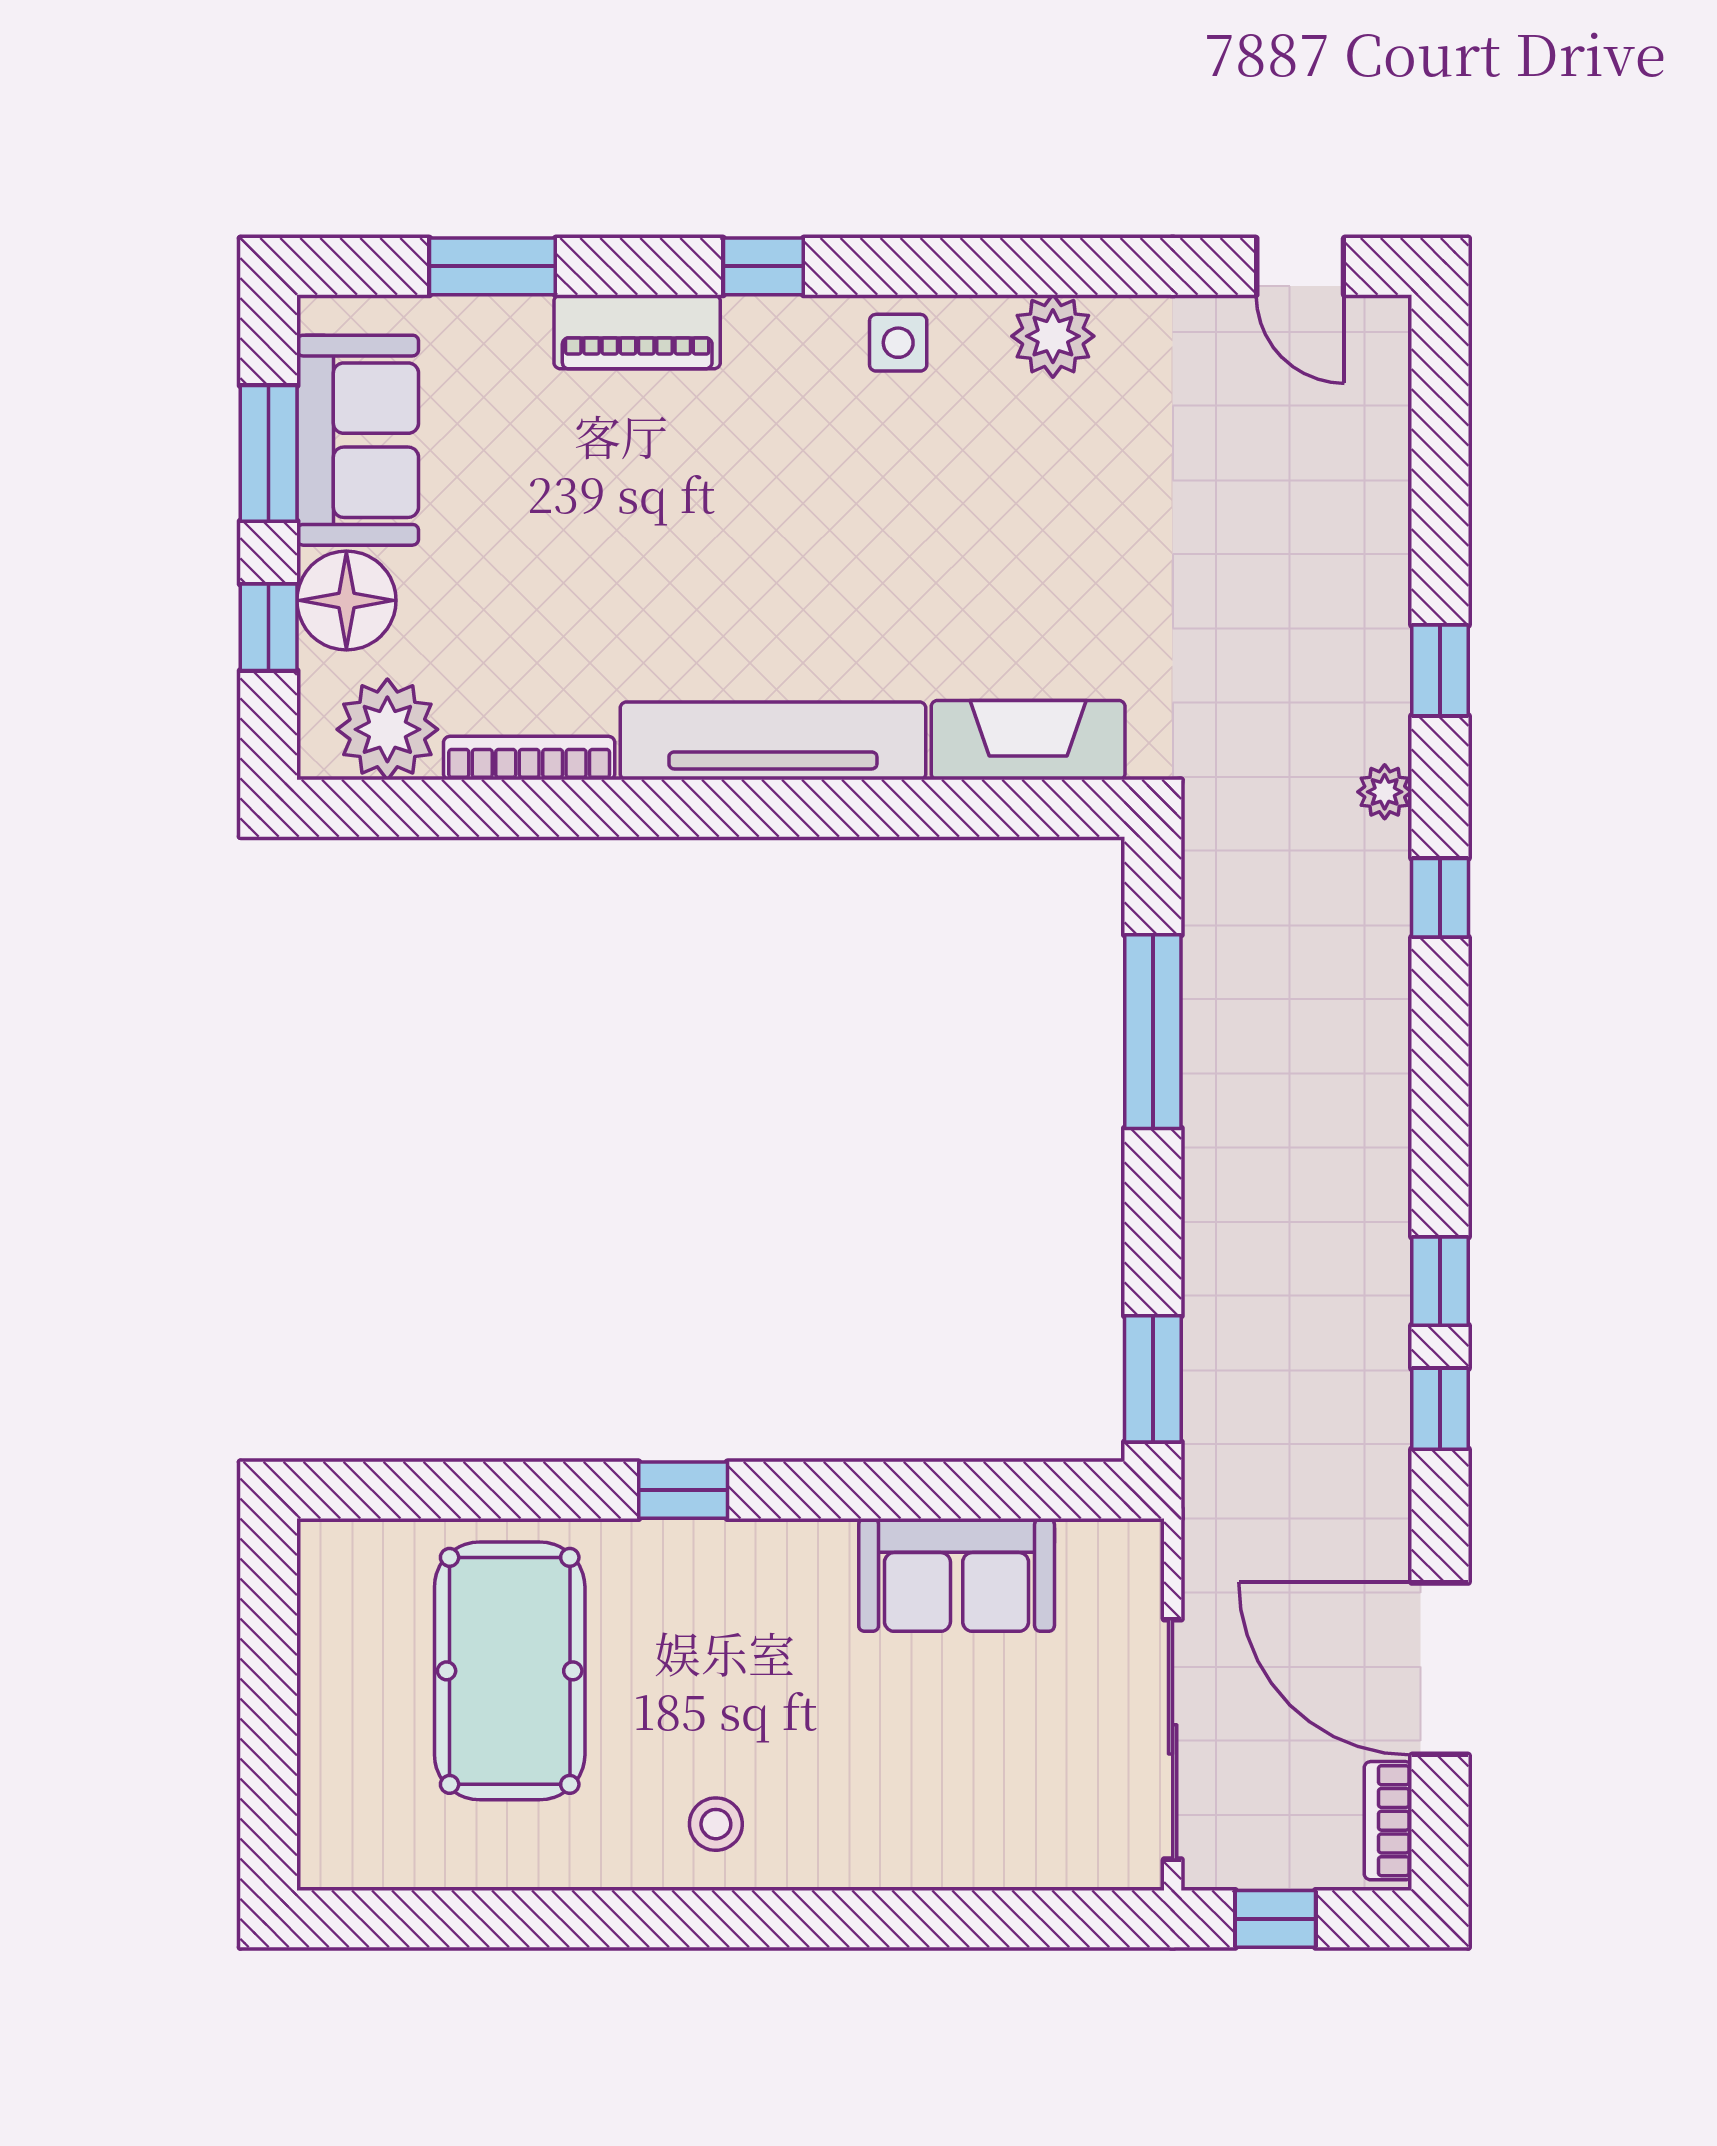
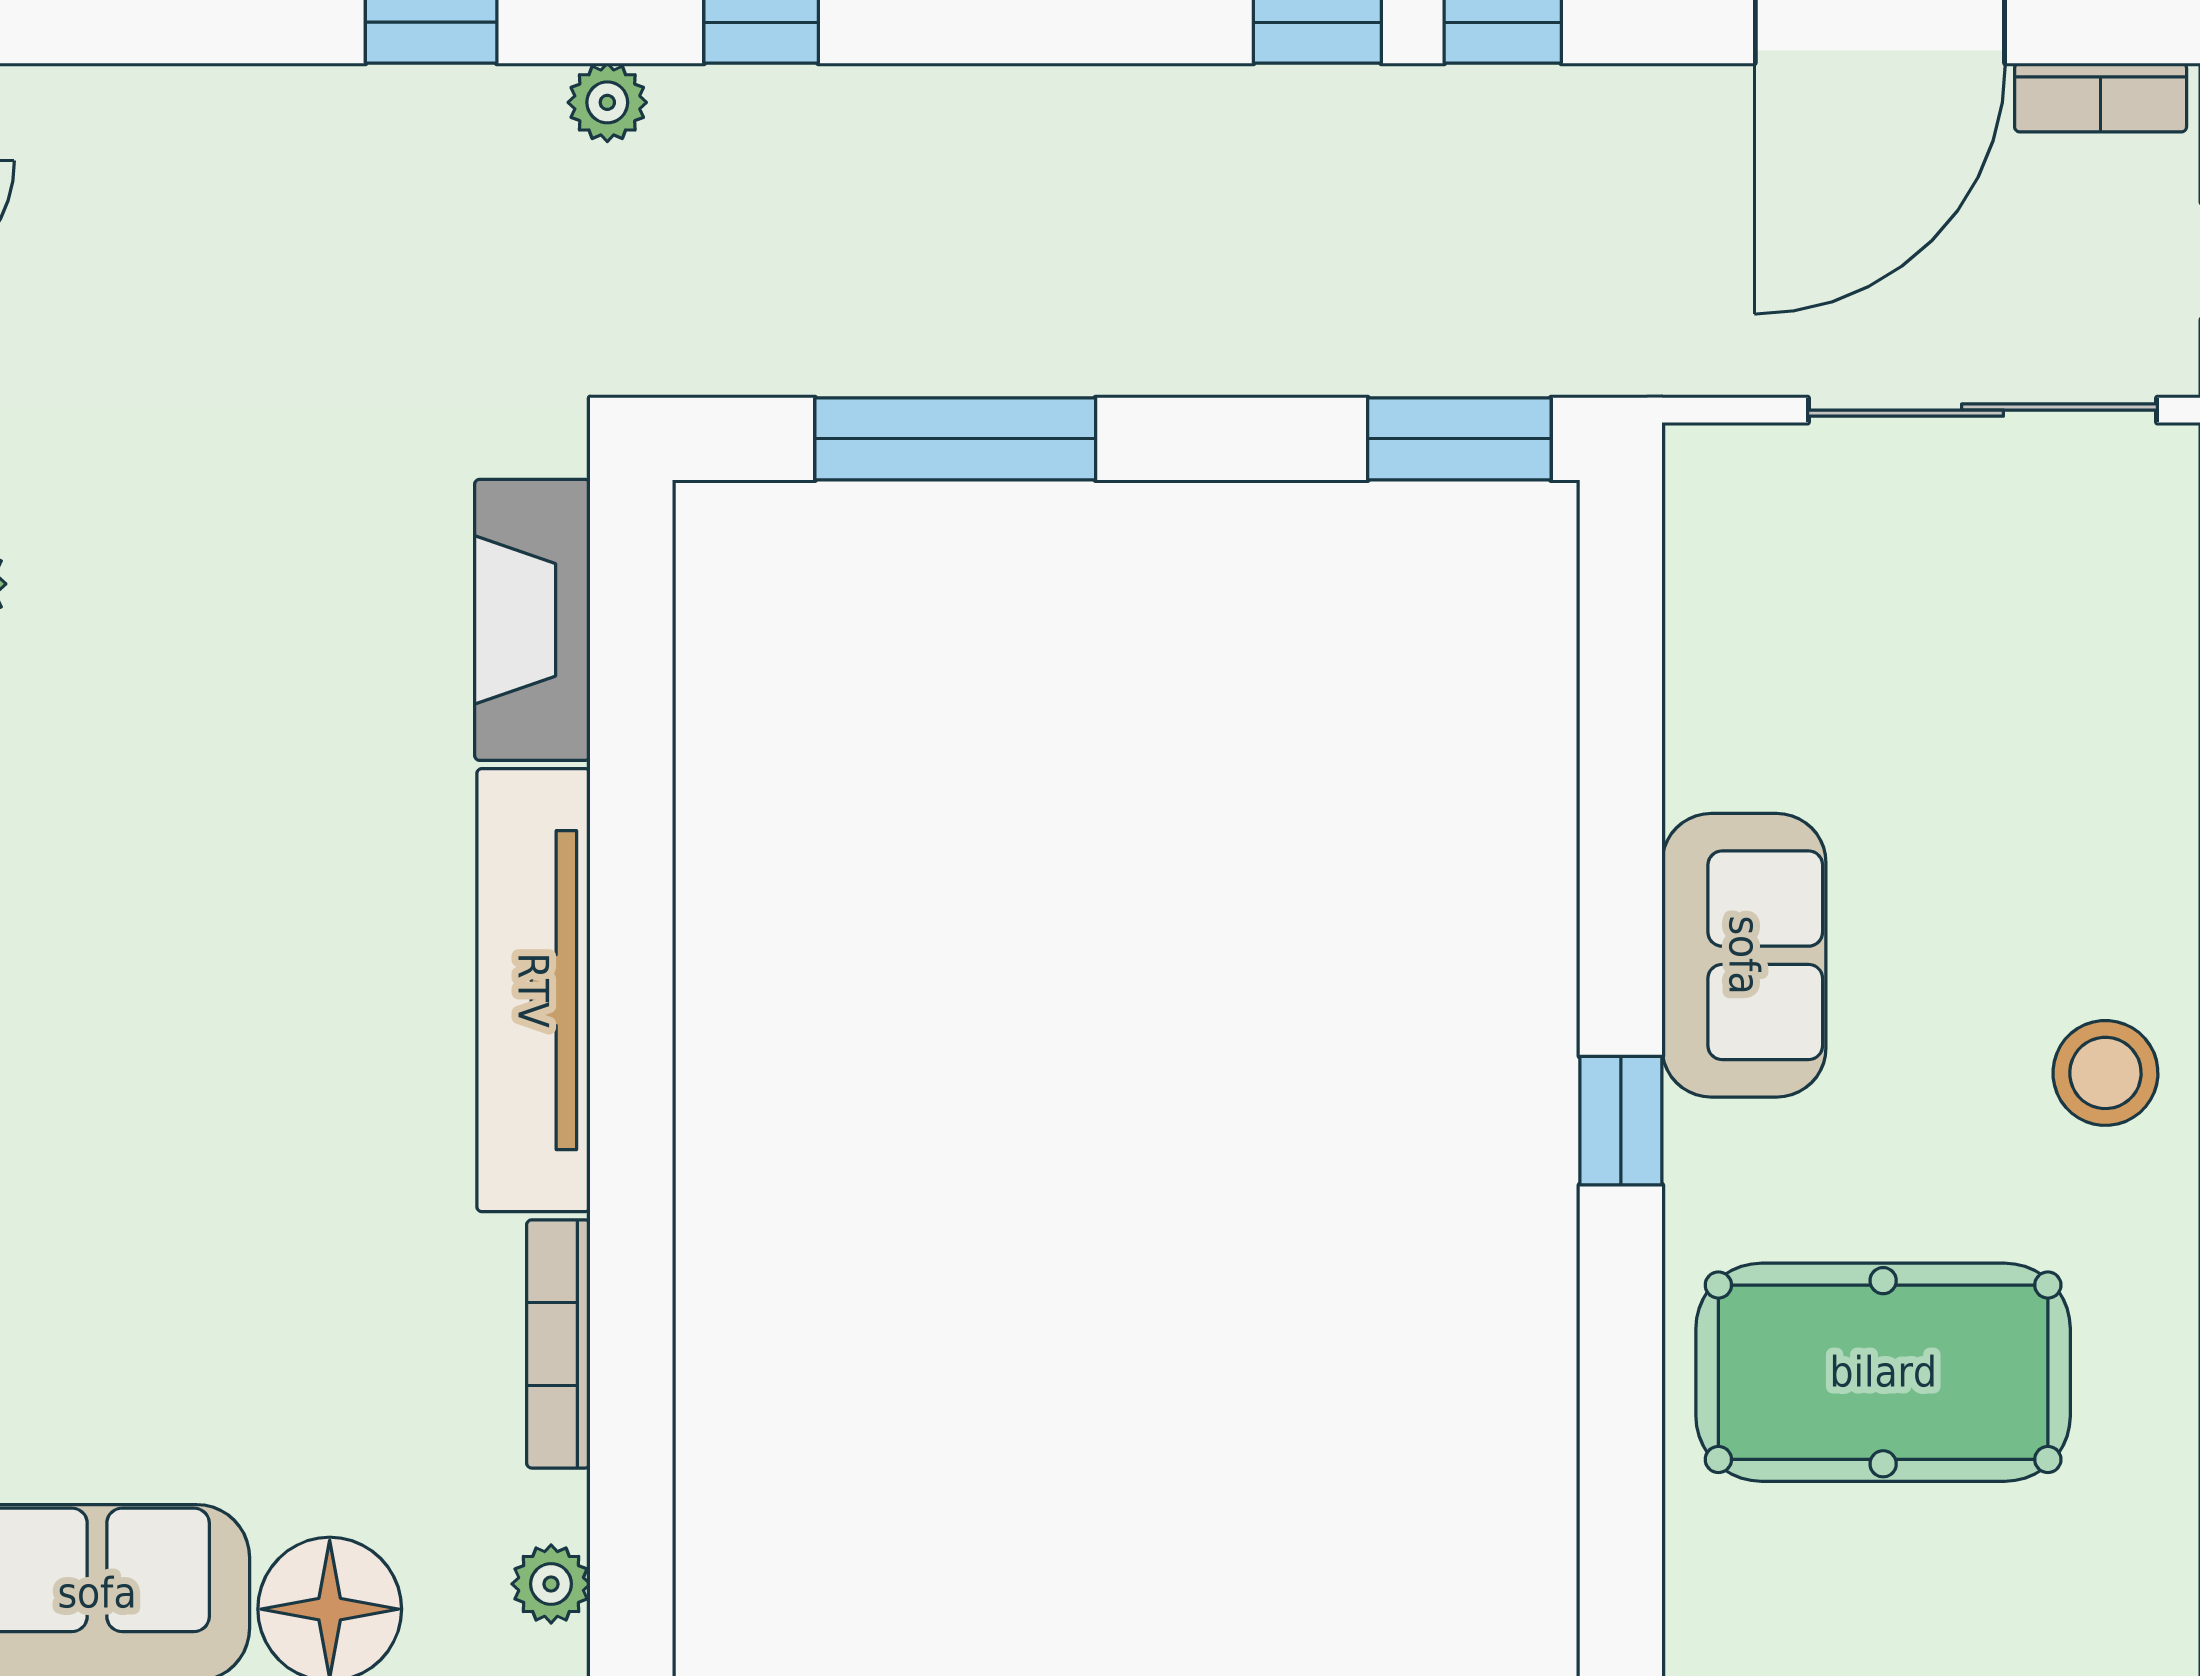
plant: (387, 729) -> (551, 1584), width x0.53, depth x0.53
sofa: (957, 1575) -> (1744, 955), moved
stool: (716, 1824) -> (2105, 1073), width x1.37, depth x1.37

